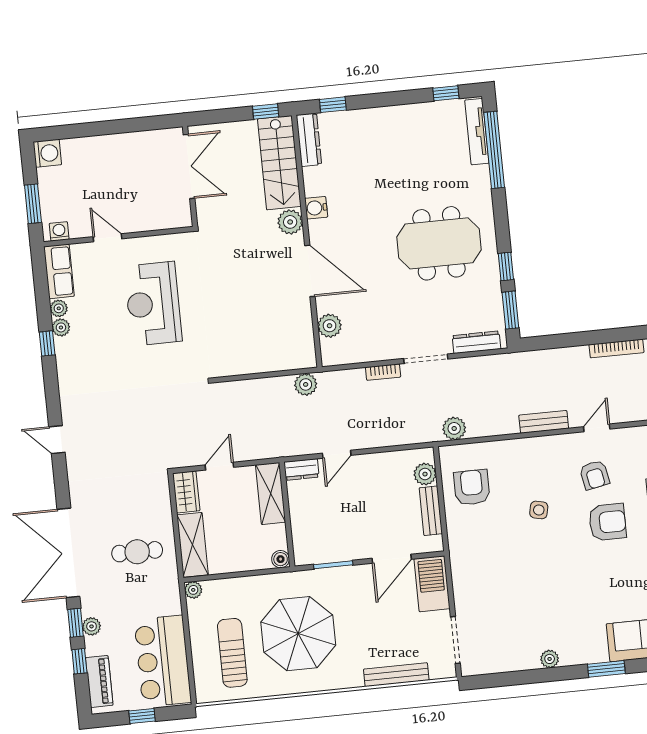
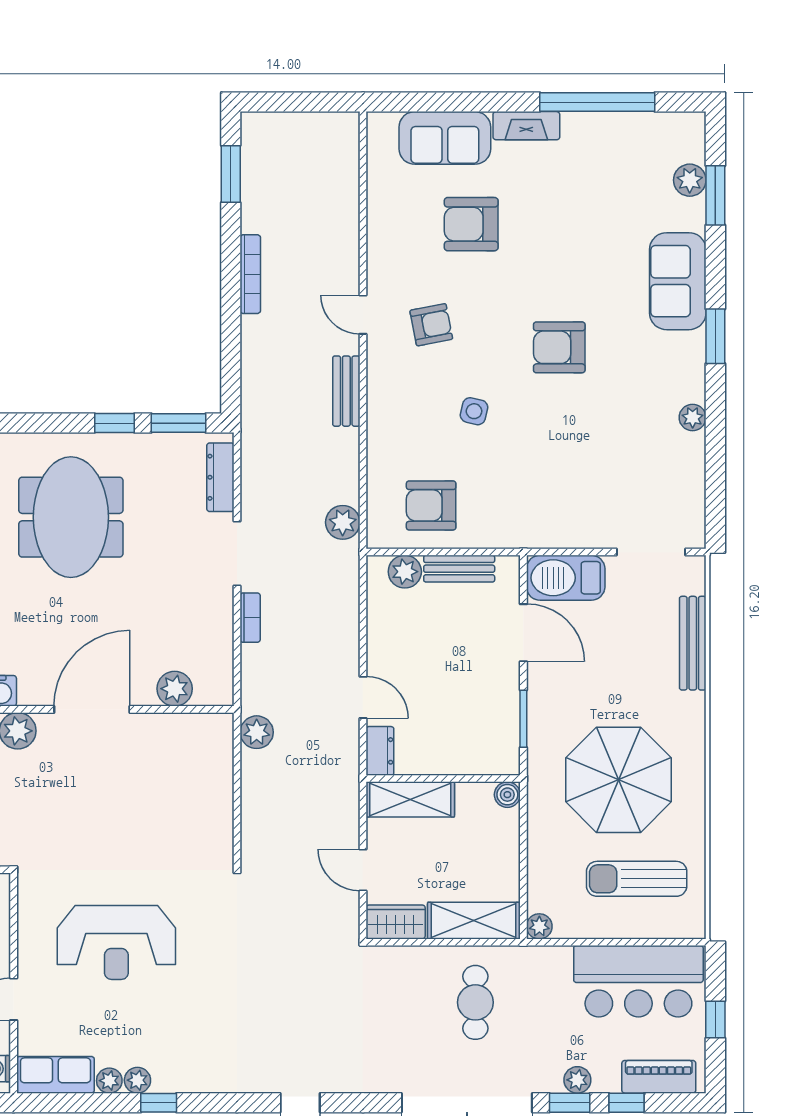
armchair: (608, 522) -> (559, 347), moved, turned -90

